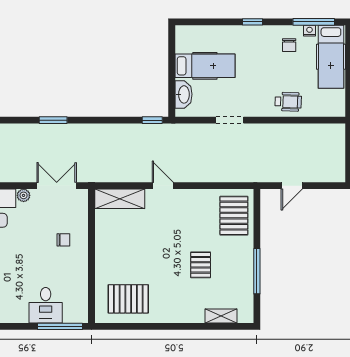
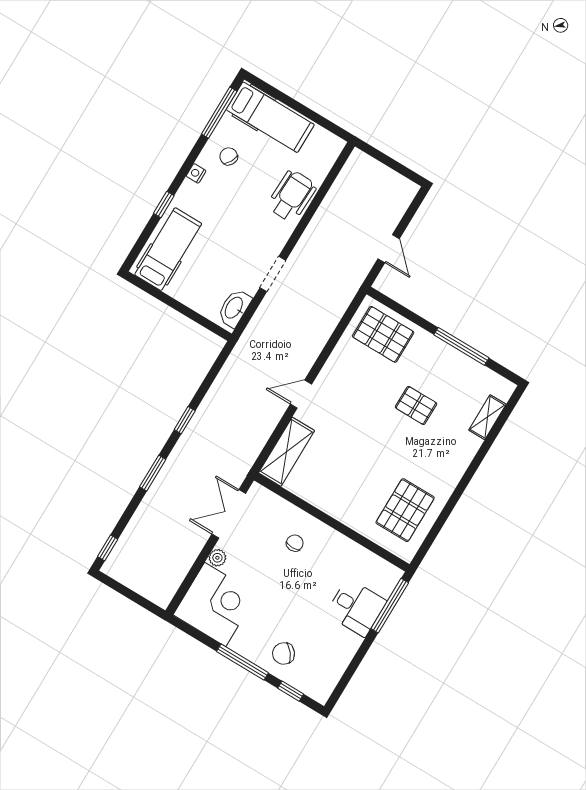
window: (253, 22) -> (164, 204), moved
nightstand: (309, 31) -> (196, 173), moved
chair: (289, 45) -> (229, 156), turned -151
hospital bed: (205, 66) -> (168, 249), moved
washbasin: (183, 94) -> (234, 308), moved, turned -90
wheelchair: (288, 102) -> (292, 196), width x1.36, depth x1.37
window: (152, 120) -> (185, 420), moved

